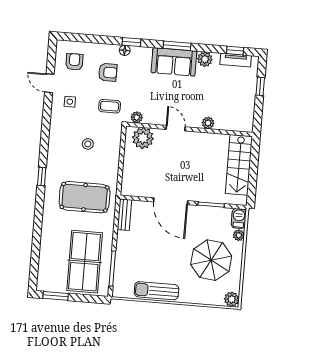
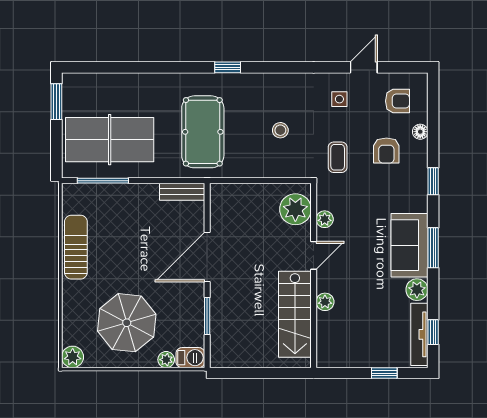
floor lamp: (125, 50) -> (420, 132), moved
tv unit: (236, 60) -> (419, 334), width x1.41
plant: (137, 117) -> (325, 219), moved
stairs: (239, 165) -> (295, 314), moved, turned -90

